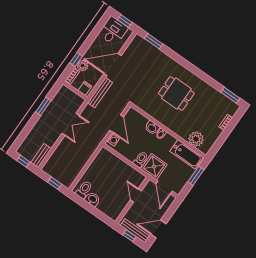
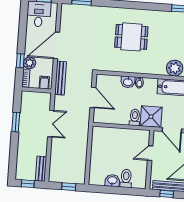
washing machine: (113, 140) -> (98, 115), removed
toilet: (84, 190) -> (126, 178), moved
door: (136, 195) -> (150, 153), hinge flipped

